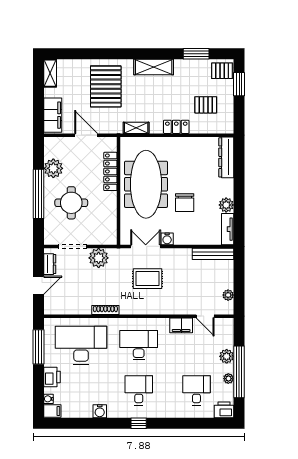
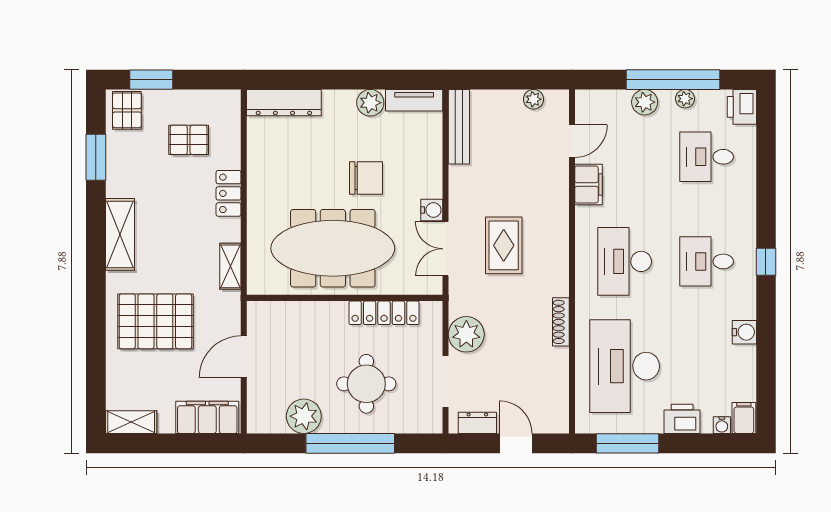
pallet: (206, 105) -> (189, 140), turned 90
locker: (110, 171) -> (384, 313), moved

